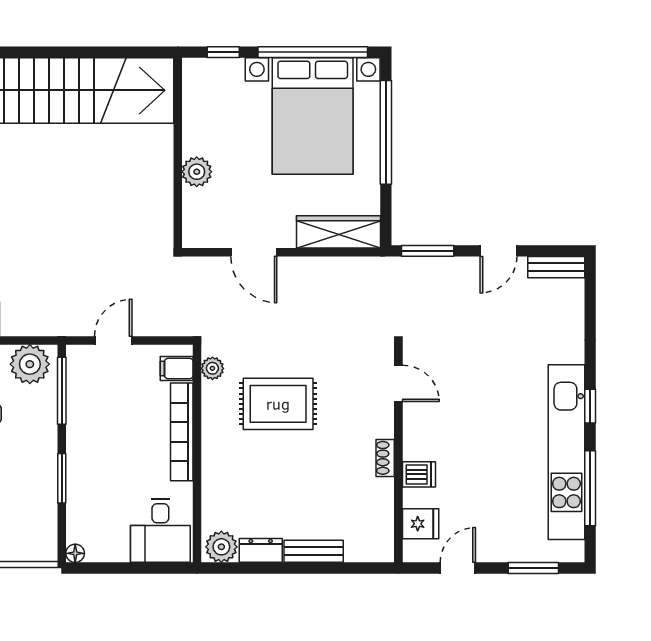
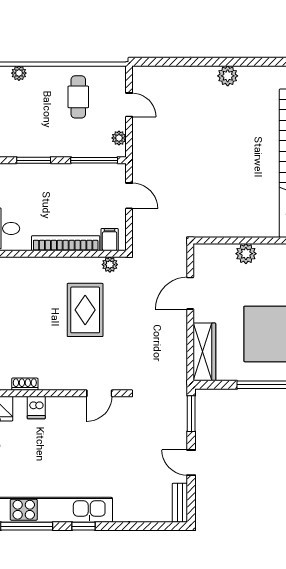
plant: (30, 364) -> (119, 138), width x0.53, depth x0.53
shoe rack: (385, 458) -> (25, 384), moved

